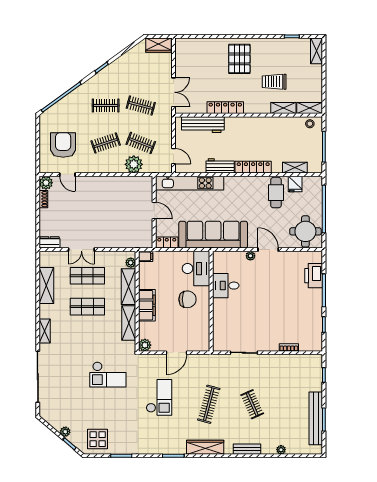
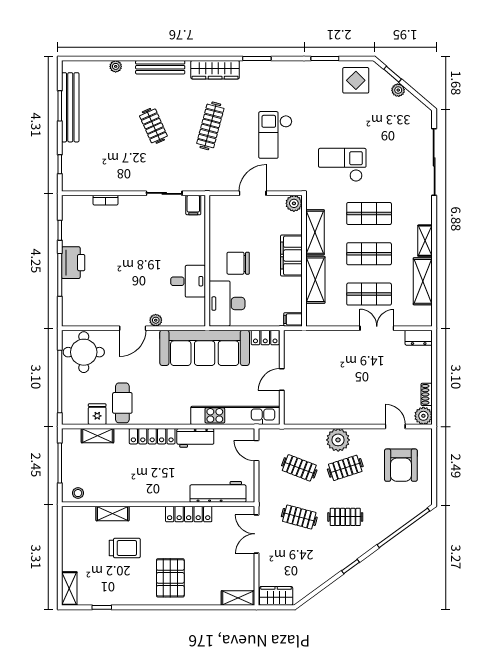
shelving: (310, 108) -> (238, 598), moved
plant: (134, 164) -> (338, 440), moved
door: (154, 211) -> (282, 379), hinge flipped
door: (268, 250) -> (133, 328), hinge flipped
plant: (131, 263) -> (313, 311), removed
printer: (314, 276) -> (73, 263), moved
shelving: (45, 331) -> (425, 241), moved
shop shelf: (87, 337) -> (369, 213), added
filing cabinet: (222, 344) -> (193, 205), added
bench: (247, 449) -> (160, 67), width x1.36

